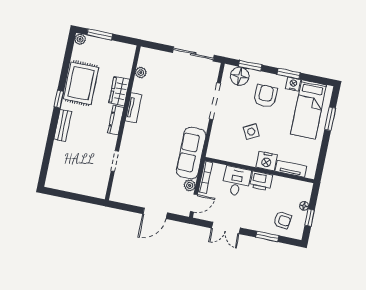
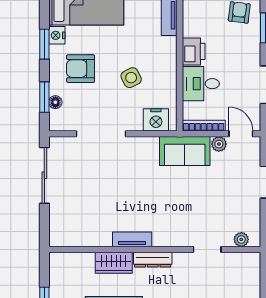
plant: (141, 73) -> (241, 239), moved
floor lamp: (240, 76) -> (55, 102), width x0.53, depth x0.53
sofa: (191, 153) -> (185, 151), width x0.73
nightstand: (267, 161) -> (156, 120), moved, turned 90

